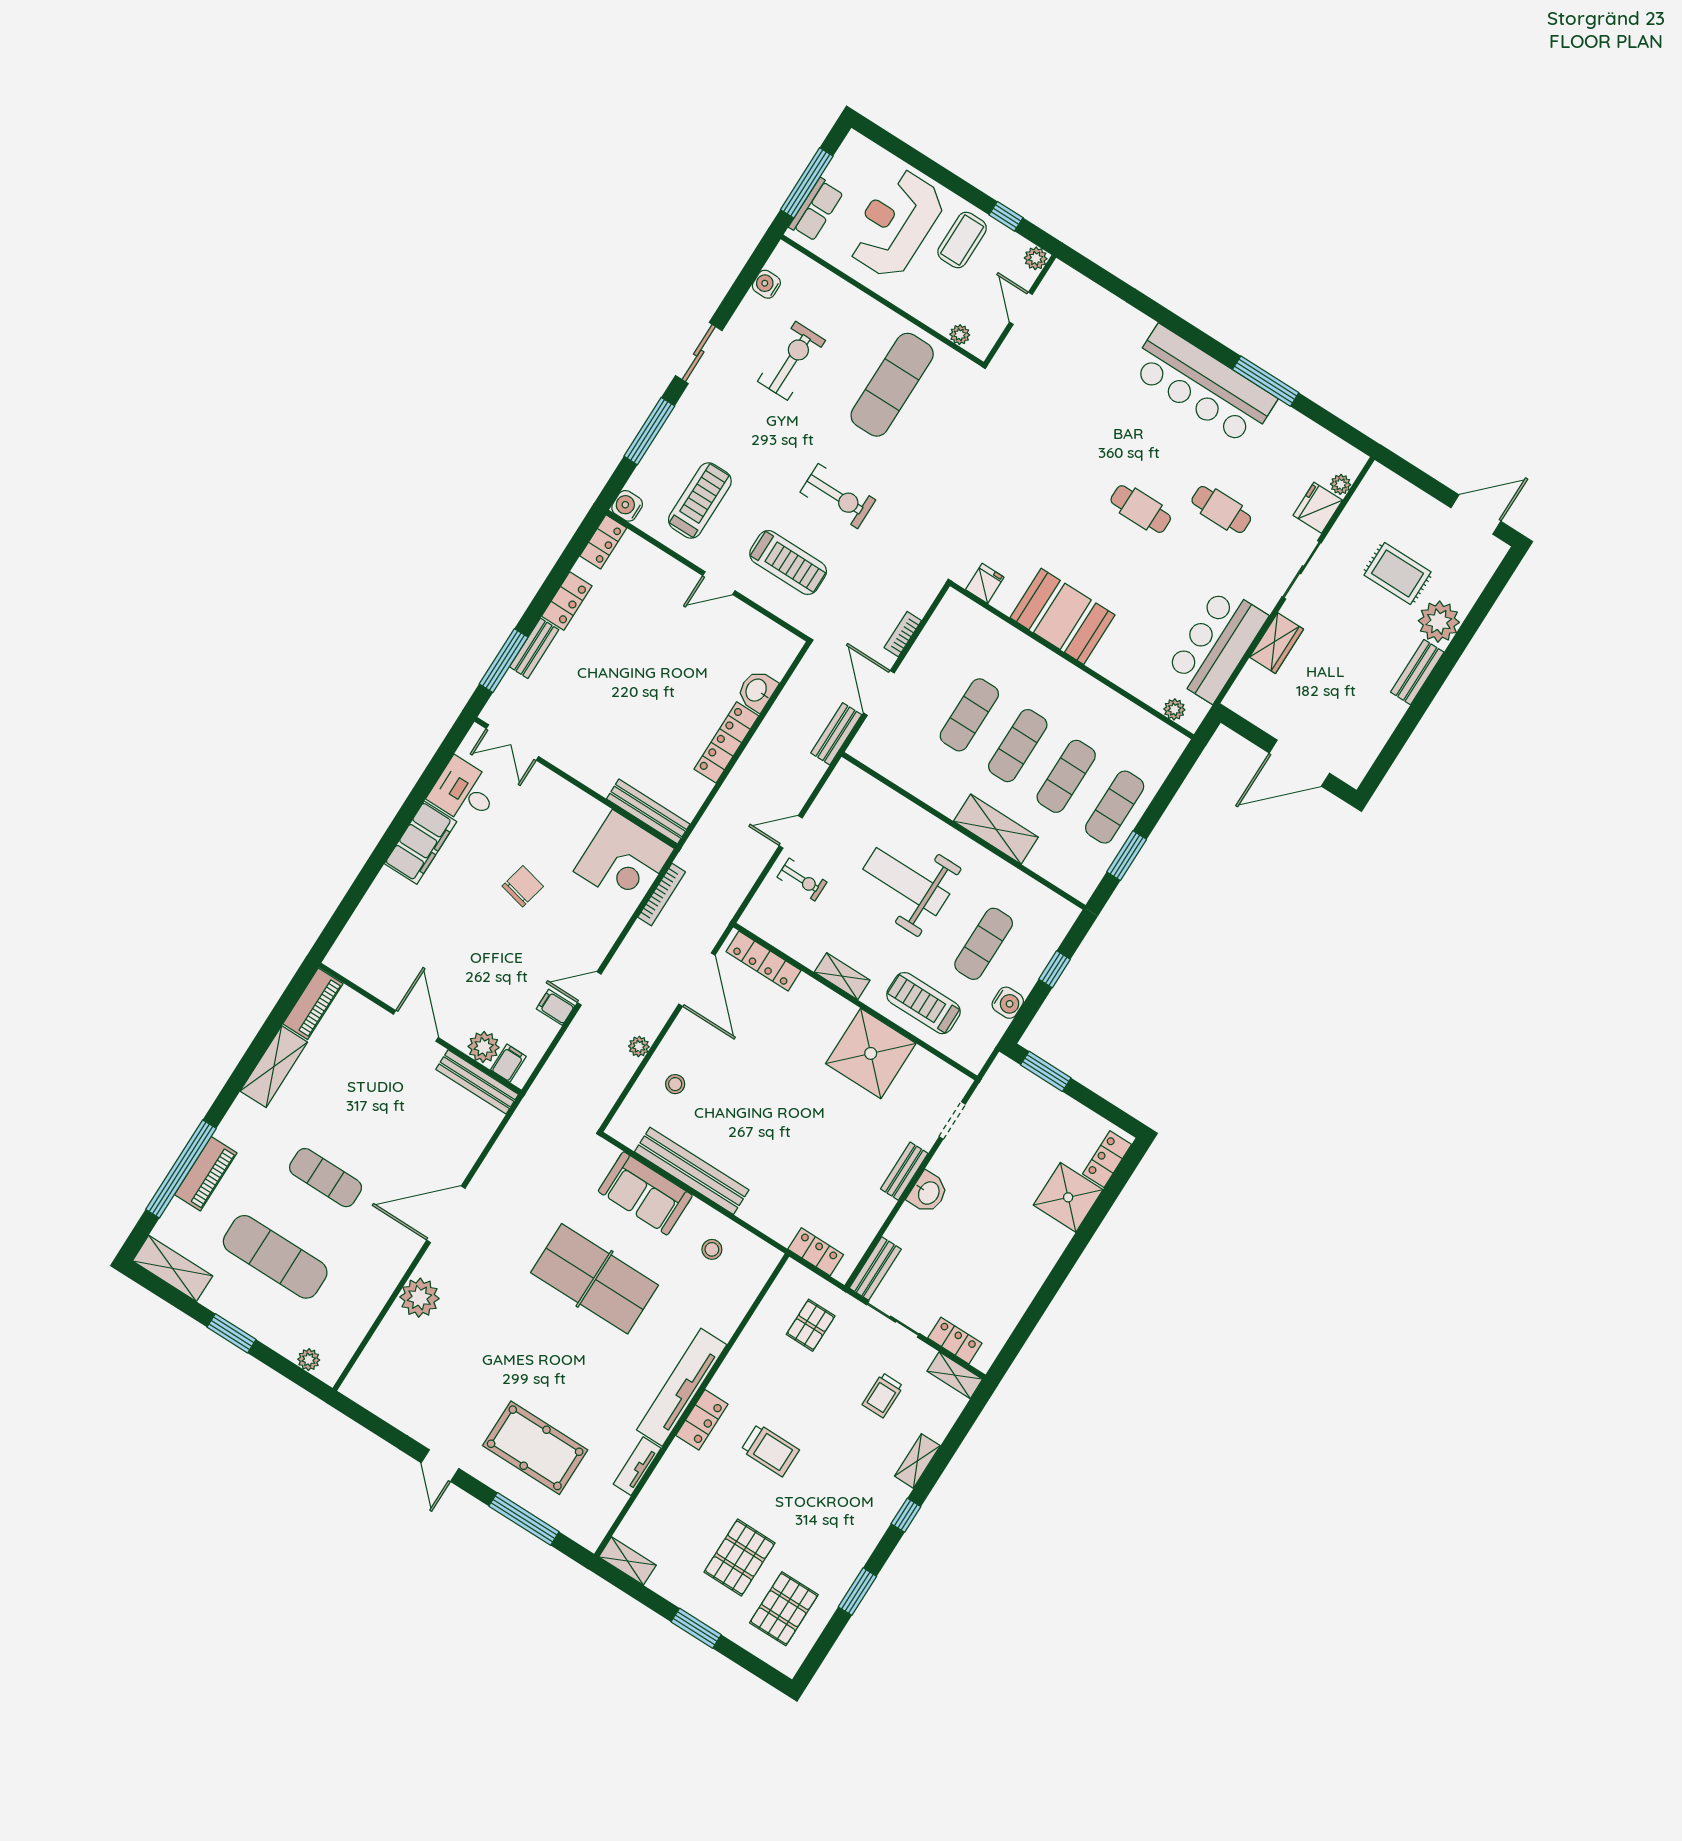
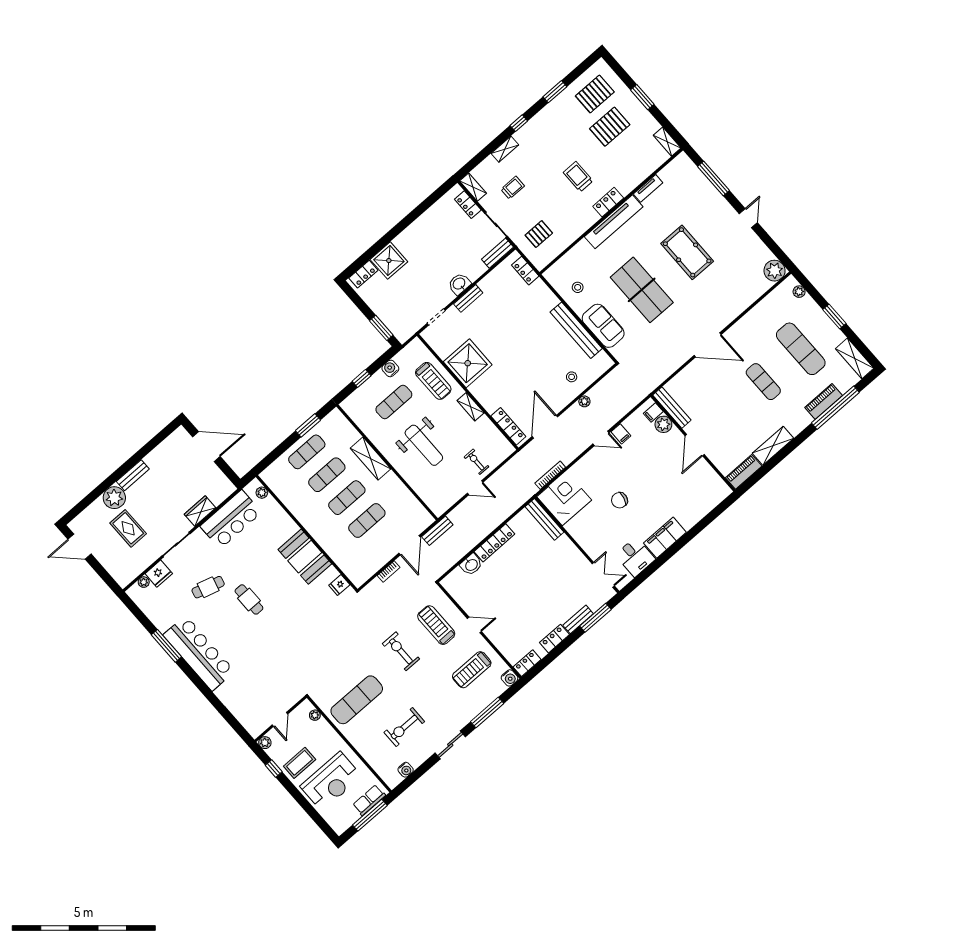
cafe table: (1221, 510) -> (208, 587), turned -74
plant: (420, 1298) -> (775, 271), moved
pool table: (535, 1448) -> (687, 252), moved

